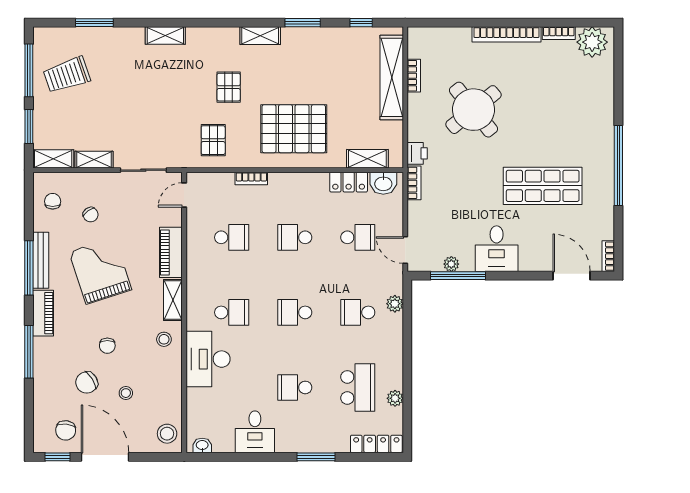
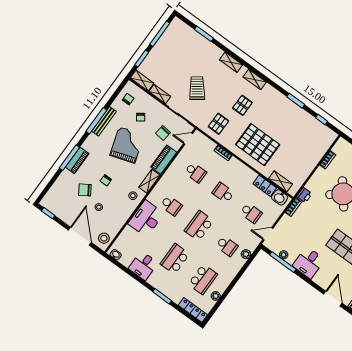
shelving: (260, 36) -> (255, 80), moved
trolley: (67, 75) -> (197, 88), moved, turned 72
shelving: (392, 77) -> (317, 153), removed
door: (405, 250) -> (268, 234), hinge flipped
school desk: (295, 312) -> (199, 226), width x1.85
school desk: (358, 312) -> (227, 246), turned 180
piano: (43, 313) -> (77, 160), moved
school desk: (295, 387) -> (175, 259), width x1.85
chair: (66, 430) -> (163, 133), moved
door: (105, 457) -> (80, 236), moved

